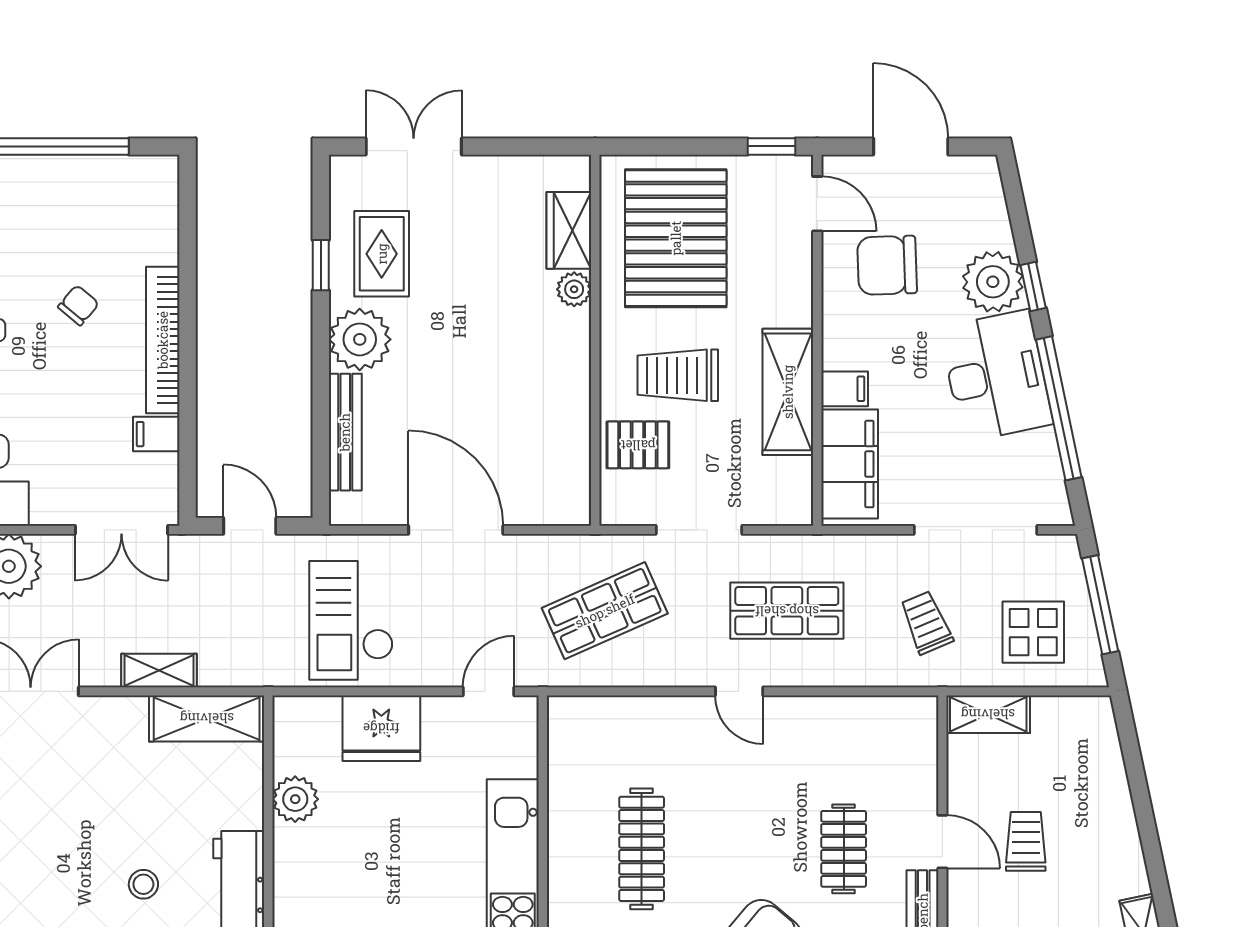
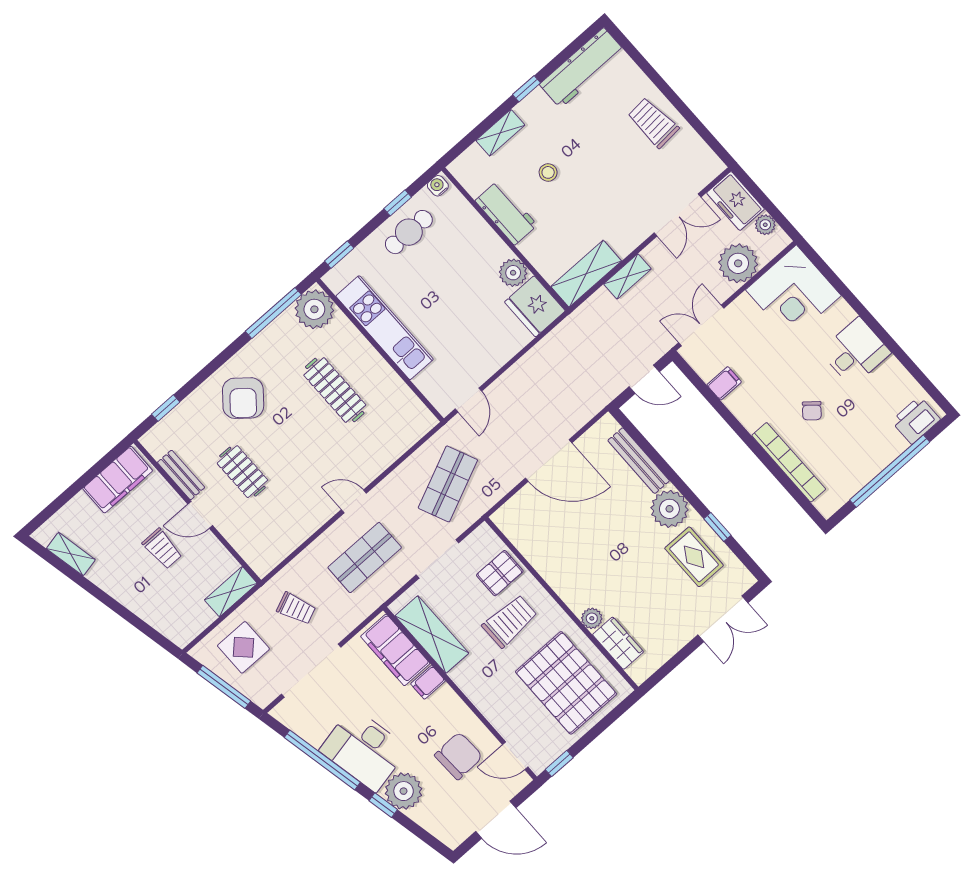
bookcase: (163, 340) -> (789, 462), moved
shelving: (788, 392) -> (432, 635), moved
checkout: (351, 620) -> (560, 377), removed
fridge: (381, 728) -> (535, 306), moved, turned -90

